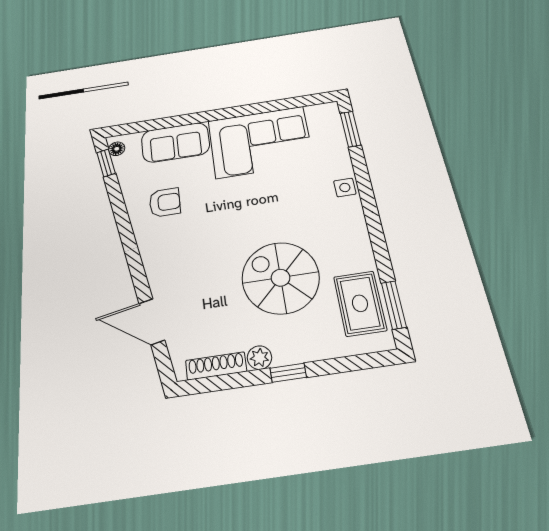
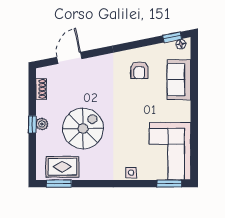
corner sofa: (260, 142) -> (170, 151), moved
plant: (259, 358) -> (42, 124), moved
shoe rack: (216, 366) -> (41, 89), width x0.70

